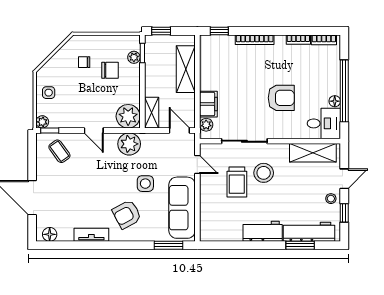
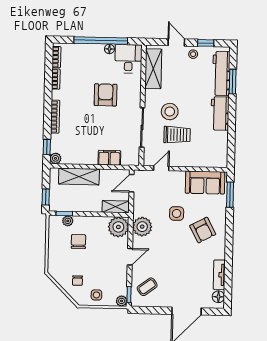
chair: (84, 62) -> (77, 281), moved
plant: (206, 125) -> (55, 158), moved
sofa: (182, 208) -> (205, 183), width x0.73
tv unit: (91, 235) -> (219, 275), moved

